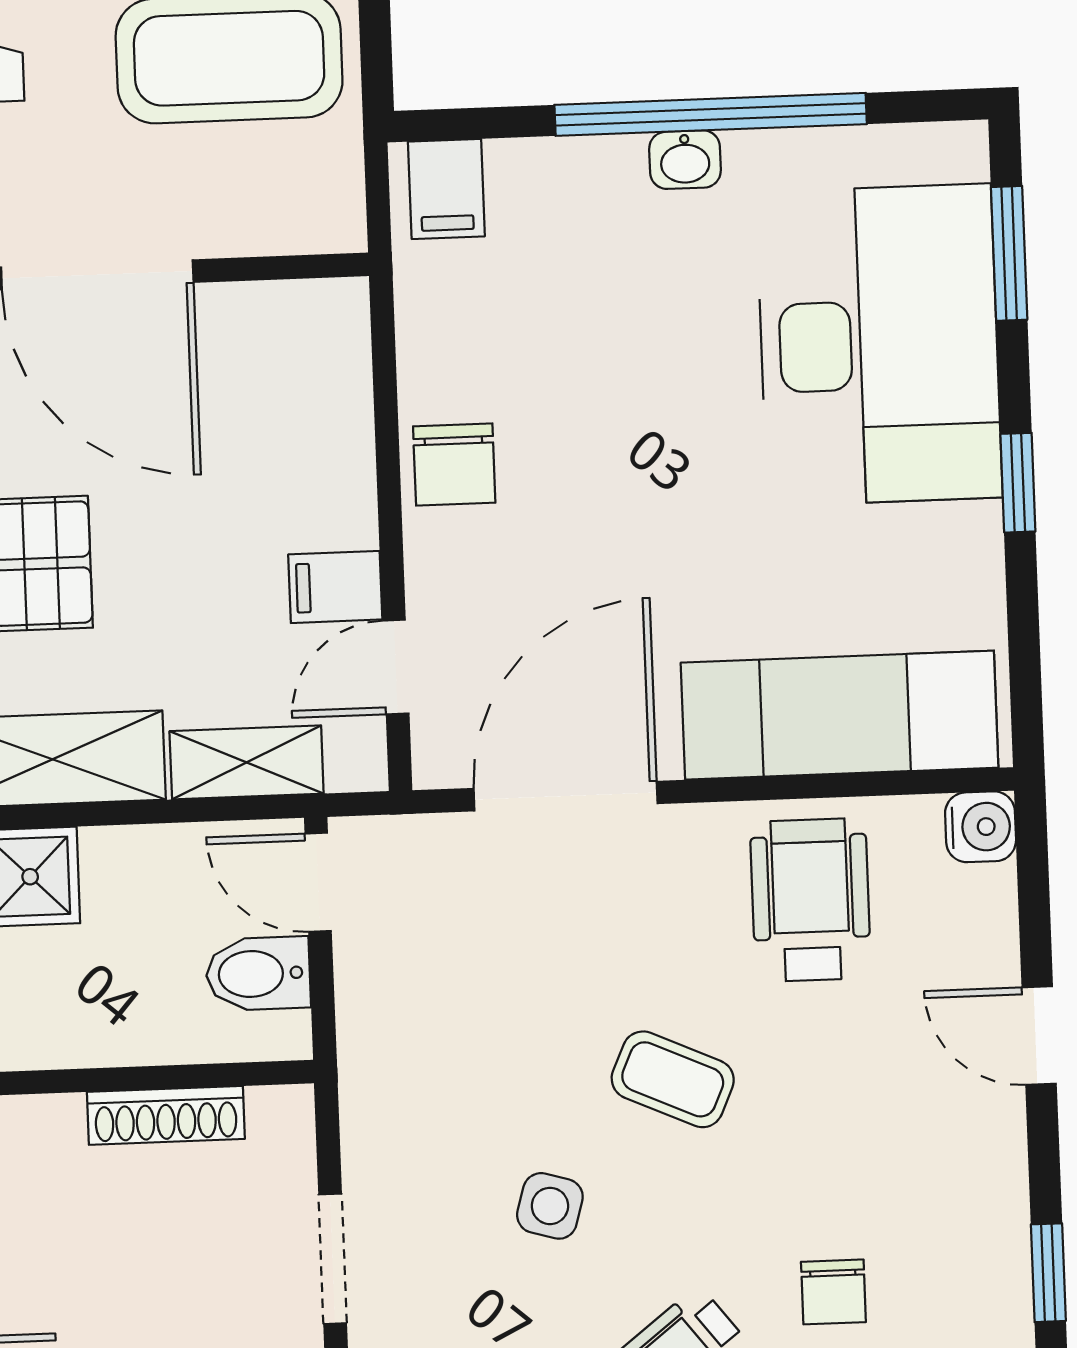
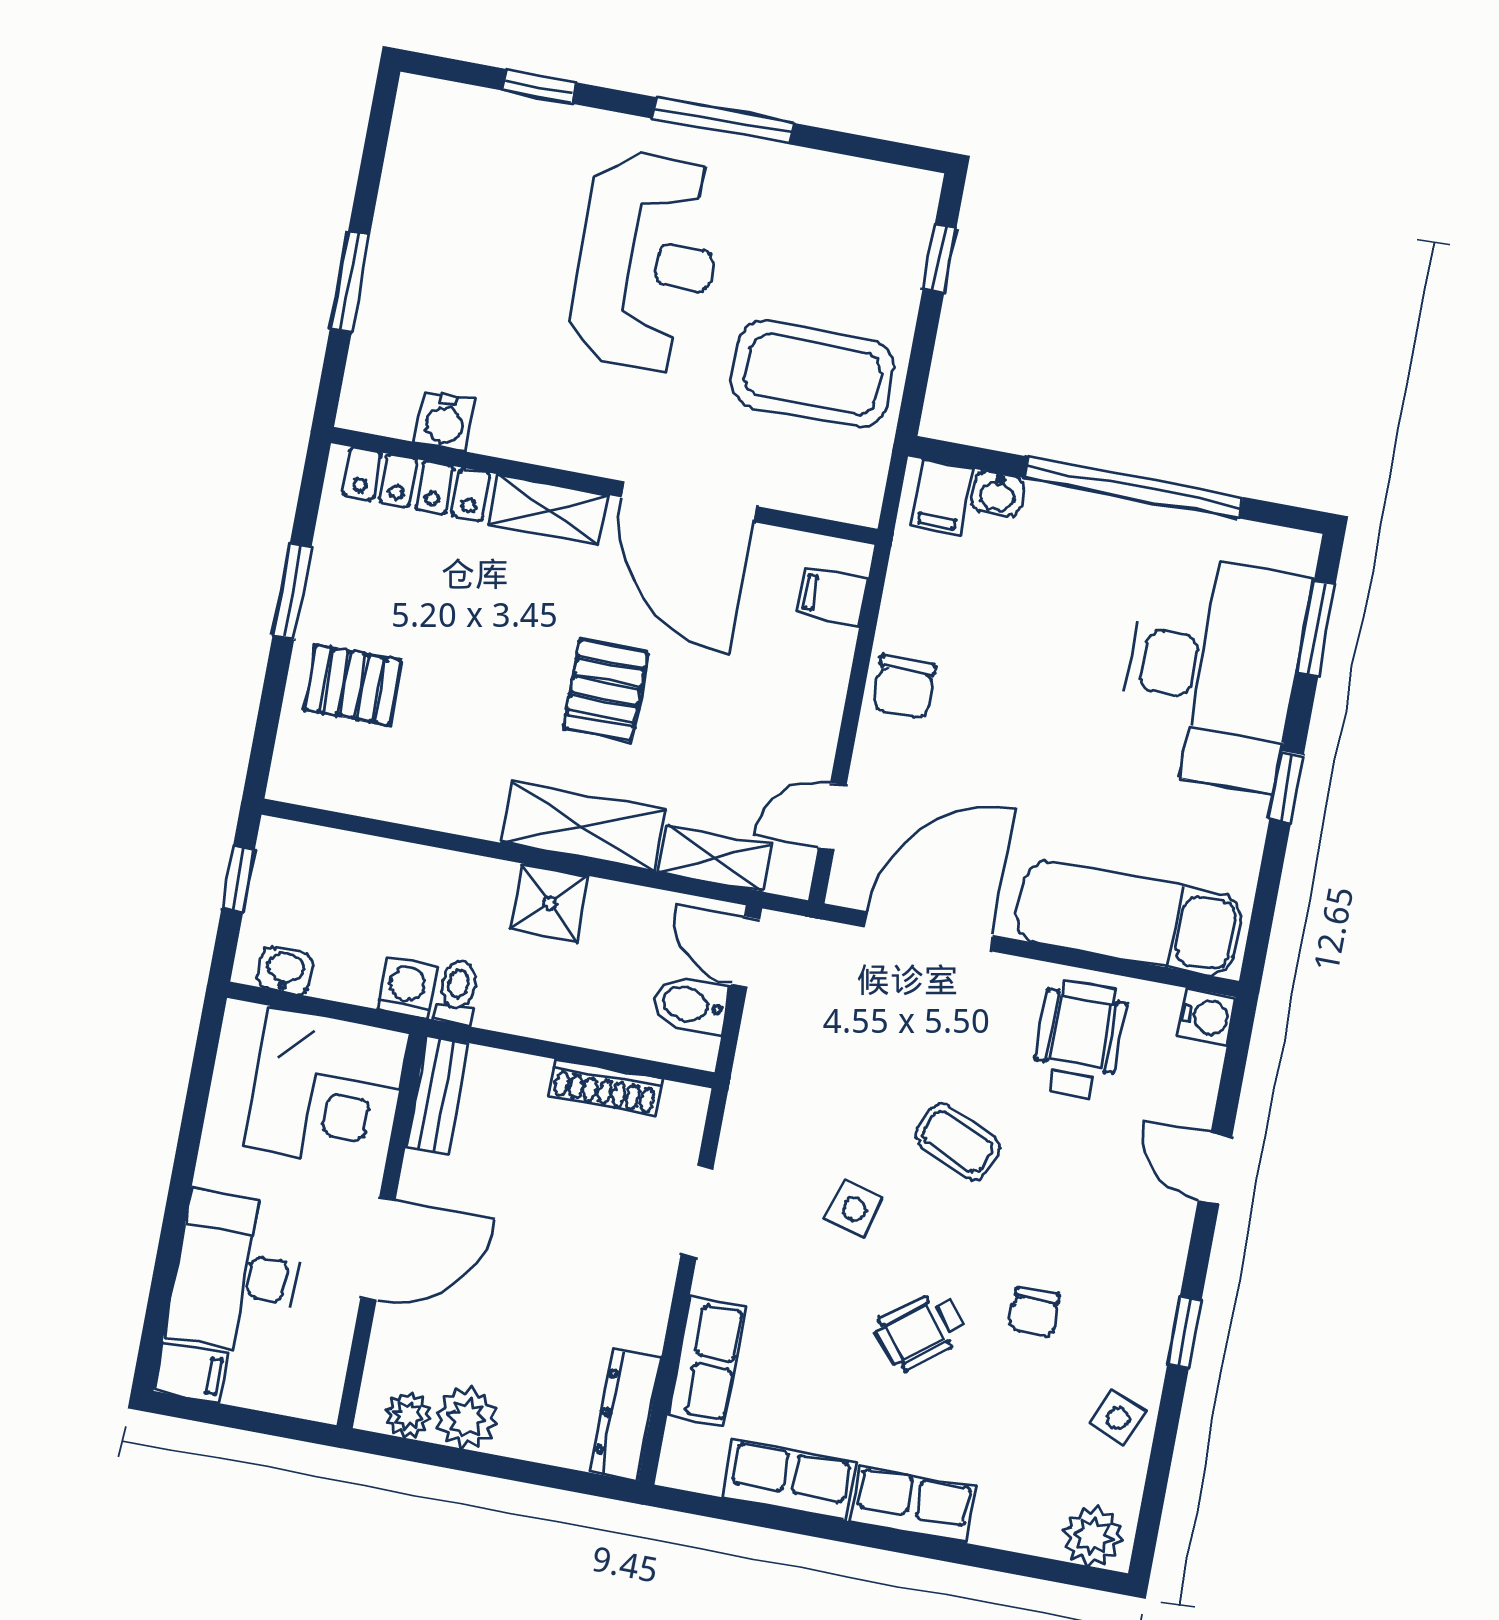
washbasin: (685, 160) -> (998, 494), moved
filing cabinet: (335, 587) -> (832, 596), moved

